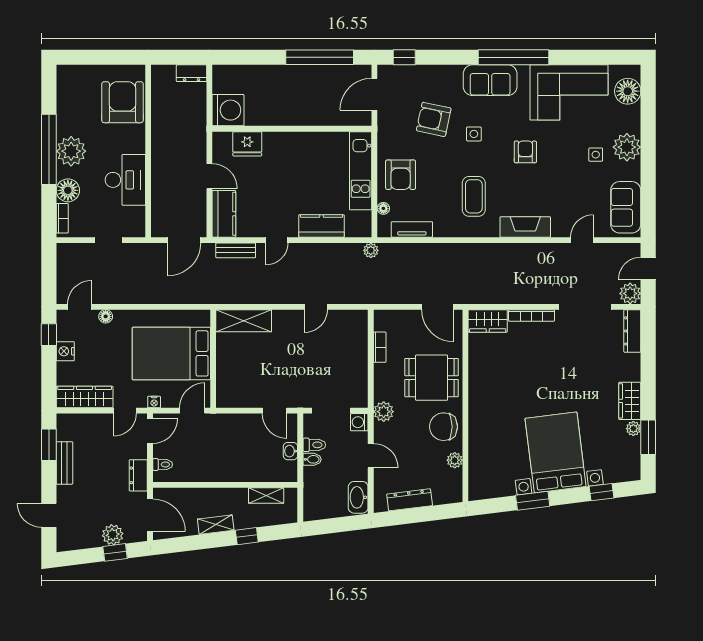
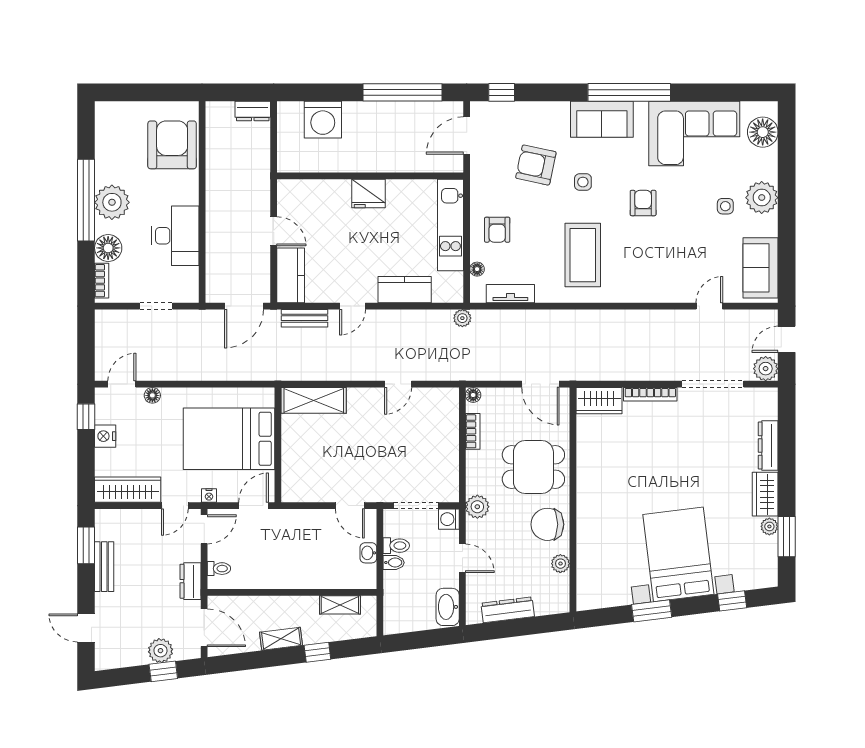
washing machine: (228, 110) -> (323, 120), moved, turned 90
fridge: (247, 144) -> (368, 194), moved
armchair: (401, 175) -> (497, 230), width x0.72, depth x0.72
coffee table: (474, 196) -> (583, 255), width x1.36, depth x1.32
fireplace: (525, 227) -> (643, 291), removed
floor lamp: (380, 316) -> (473, 395), added
dresser: (632, 331) -> (768, 446), moved

